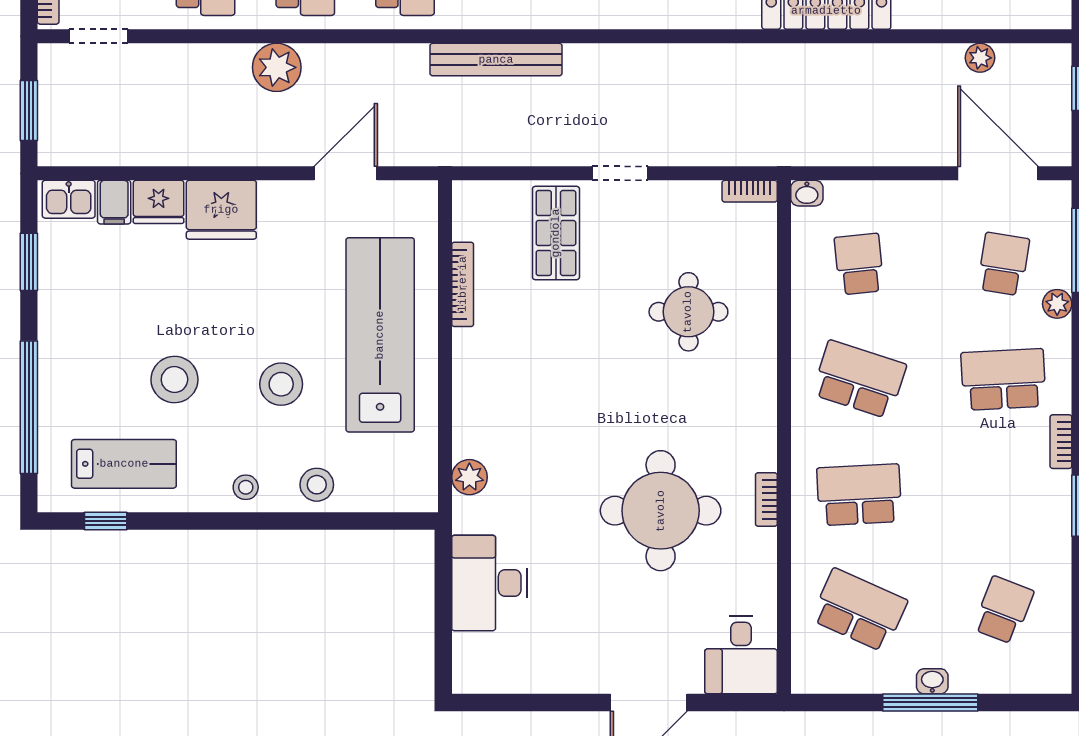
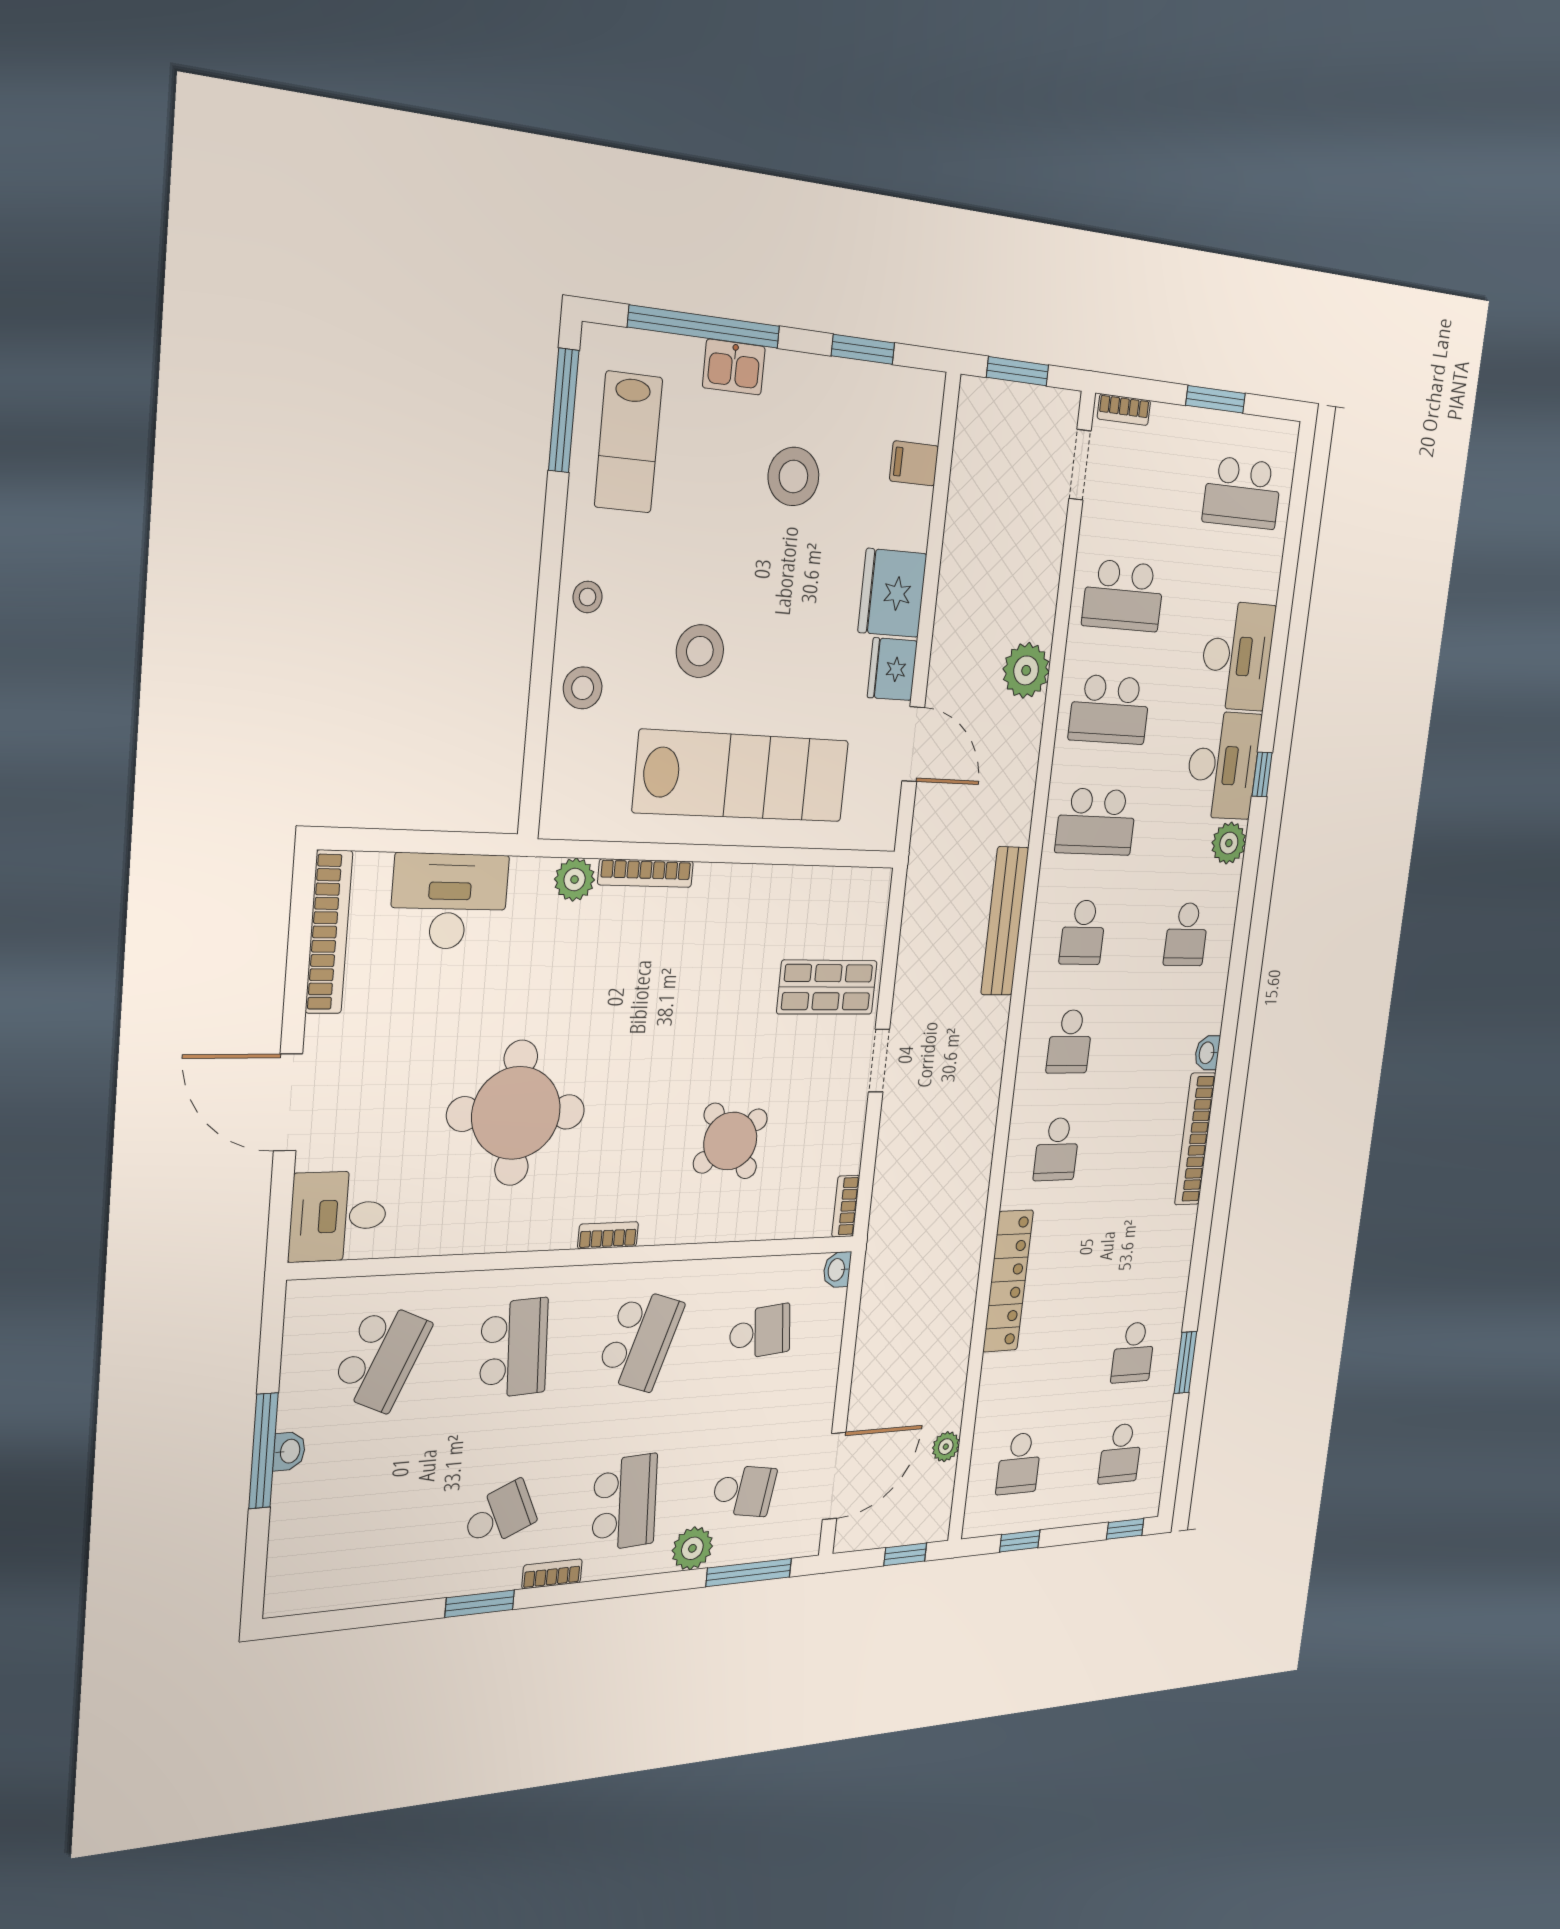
kitchen sink: (69, 199) -> (734, 367), moved, turned -90
fridge: (159, 202) -> (892, 669), moved
bookcase: (463, 284) -> (646, 873), moved
plant: (1057, 304) -> (692, 1548), width x1.38, depth x1.38
round table: (688, 312) -> (730, 1141), turned -37
stool: (174, 379) -> (793, 477), moved
bookcase: (766, 500) -> (608, 1235), moved
window: (106, 521) -> (564, 410), width x2.17
school desk: (1003, 610) -> (499, 1515), moved, turned -45
bookcase: (515, 679) -> (329, 932), added

